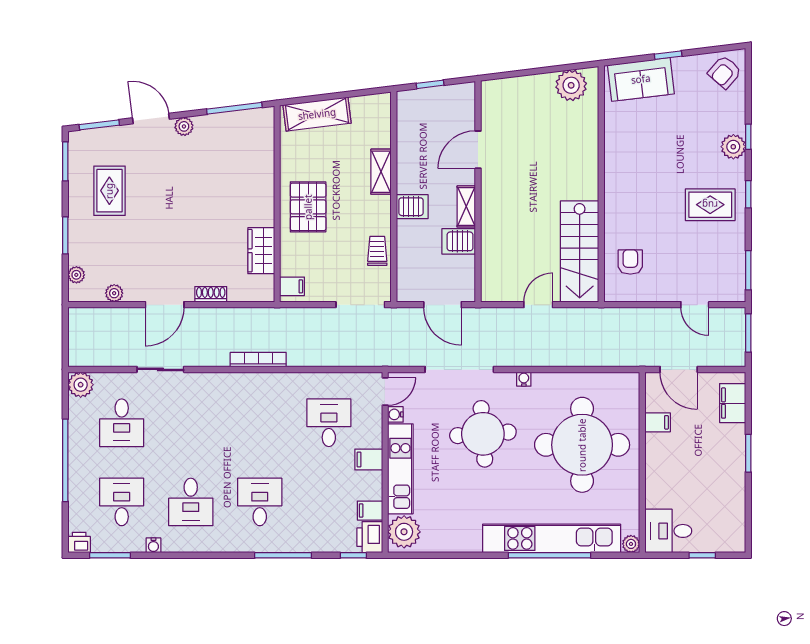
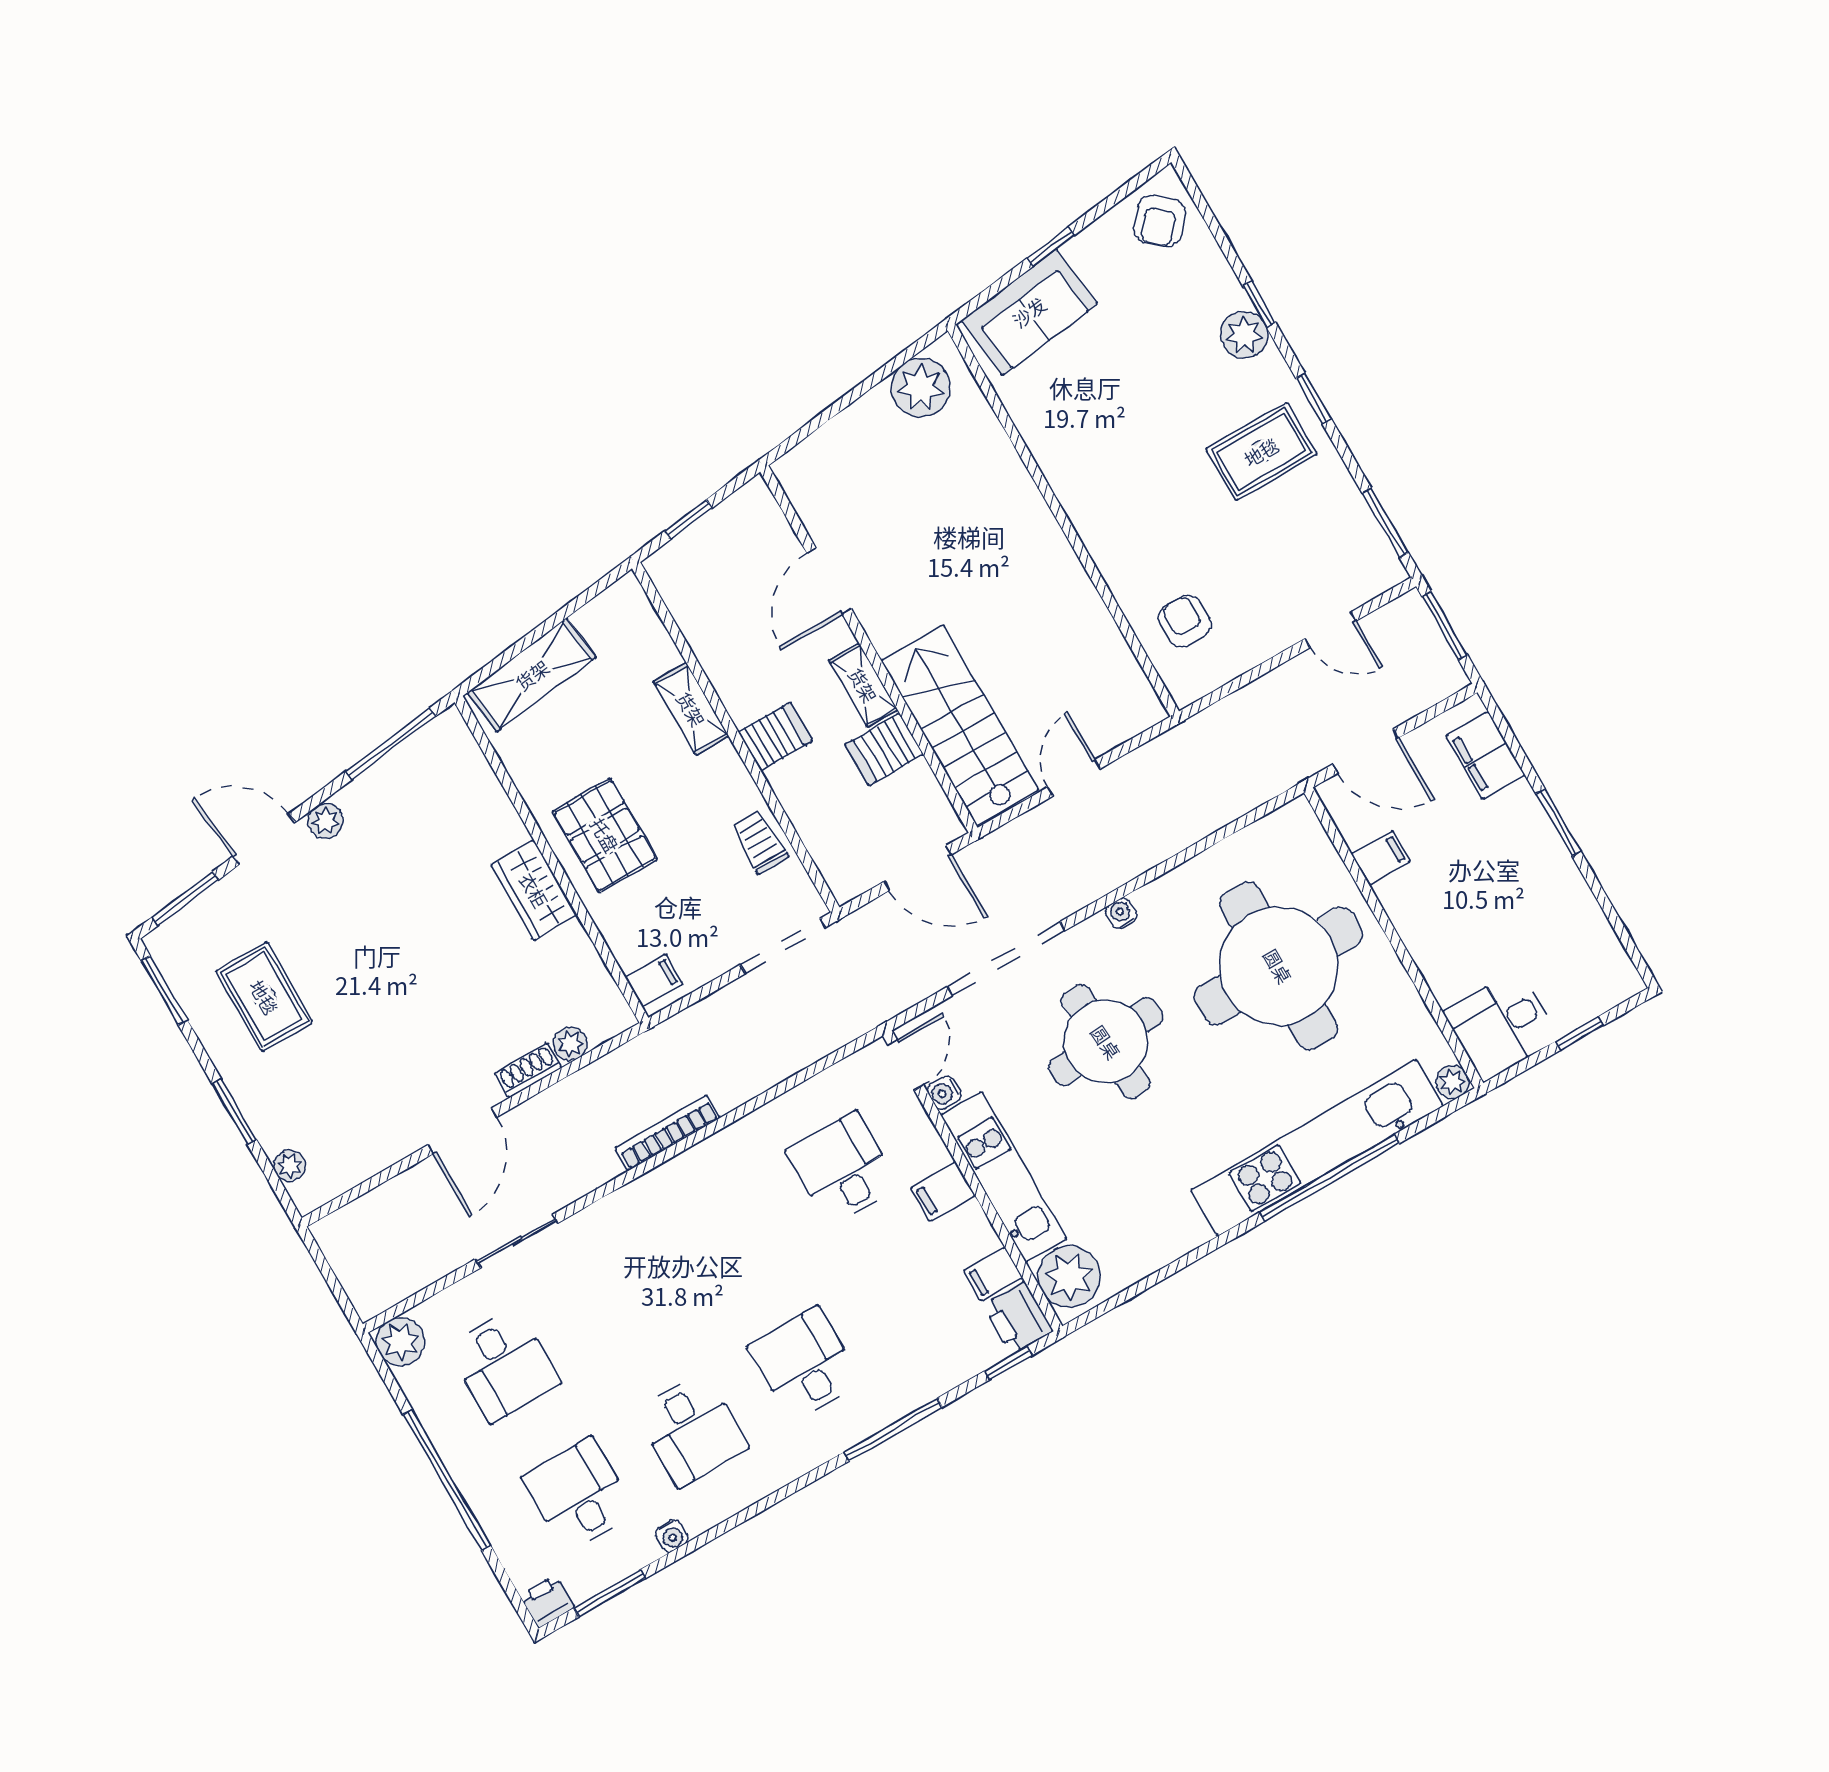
wardrobe: (261, 251) -> (534, 890), moved
stairs: (580, 251) -> (960, 725), moved, turned 180
plant: (114, 293) -> (570, 1044), moved

